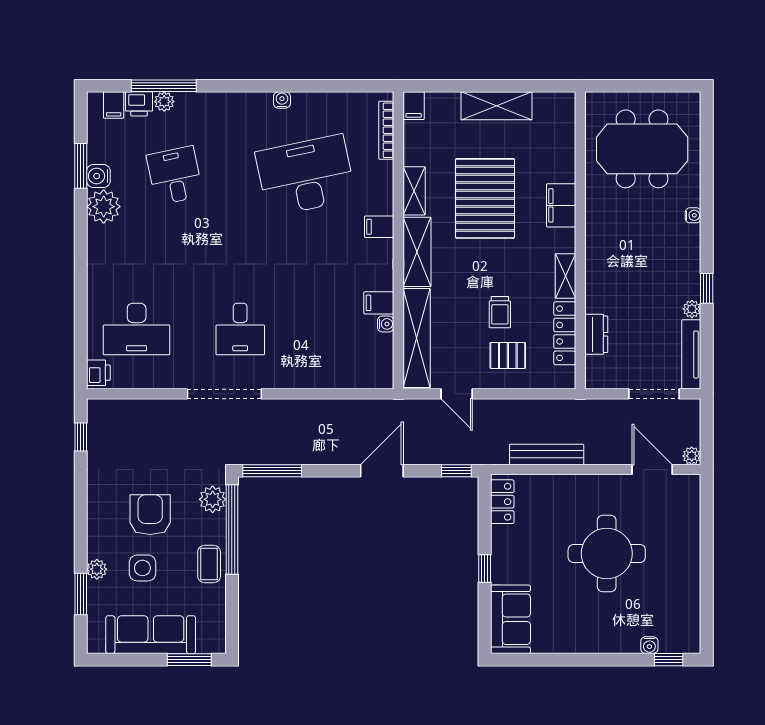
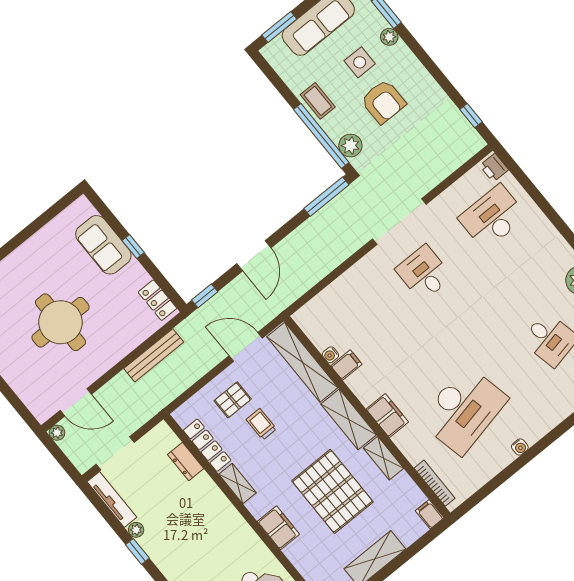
filing cabinet: (379, 227) -> (387, 416), width x2.00
door: (457, 394) -> (246, 347), width x1.38
sofa: (510, 619) -> (103, 245), moved

